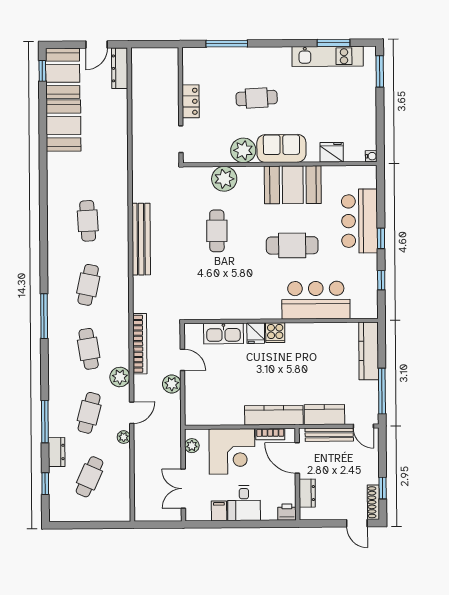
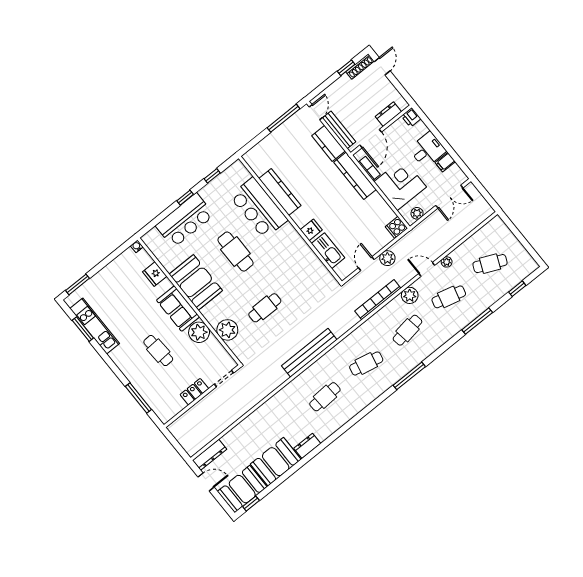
cooker: (275, 333) -> (396, 227), moved, turned 180
kitchen counter: (369, 351) -> (280, 192), moved, turned -90
dresser: (57, 452) -> (307, 446), moved

